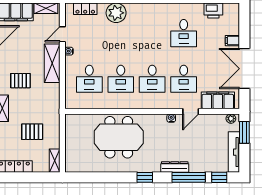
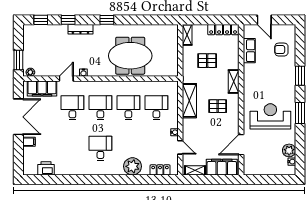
desk: (184, 33) -> (100, 148), moved
door: (62, 34) -> (180, 147), hinge flipped
shelving: (52, 63) -> (189, 101), moved
tv unit: (234, 152) -> (28, 43), removed
window: (189, 177) -> (68, 20), width x0.46

